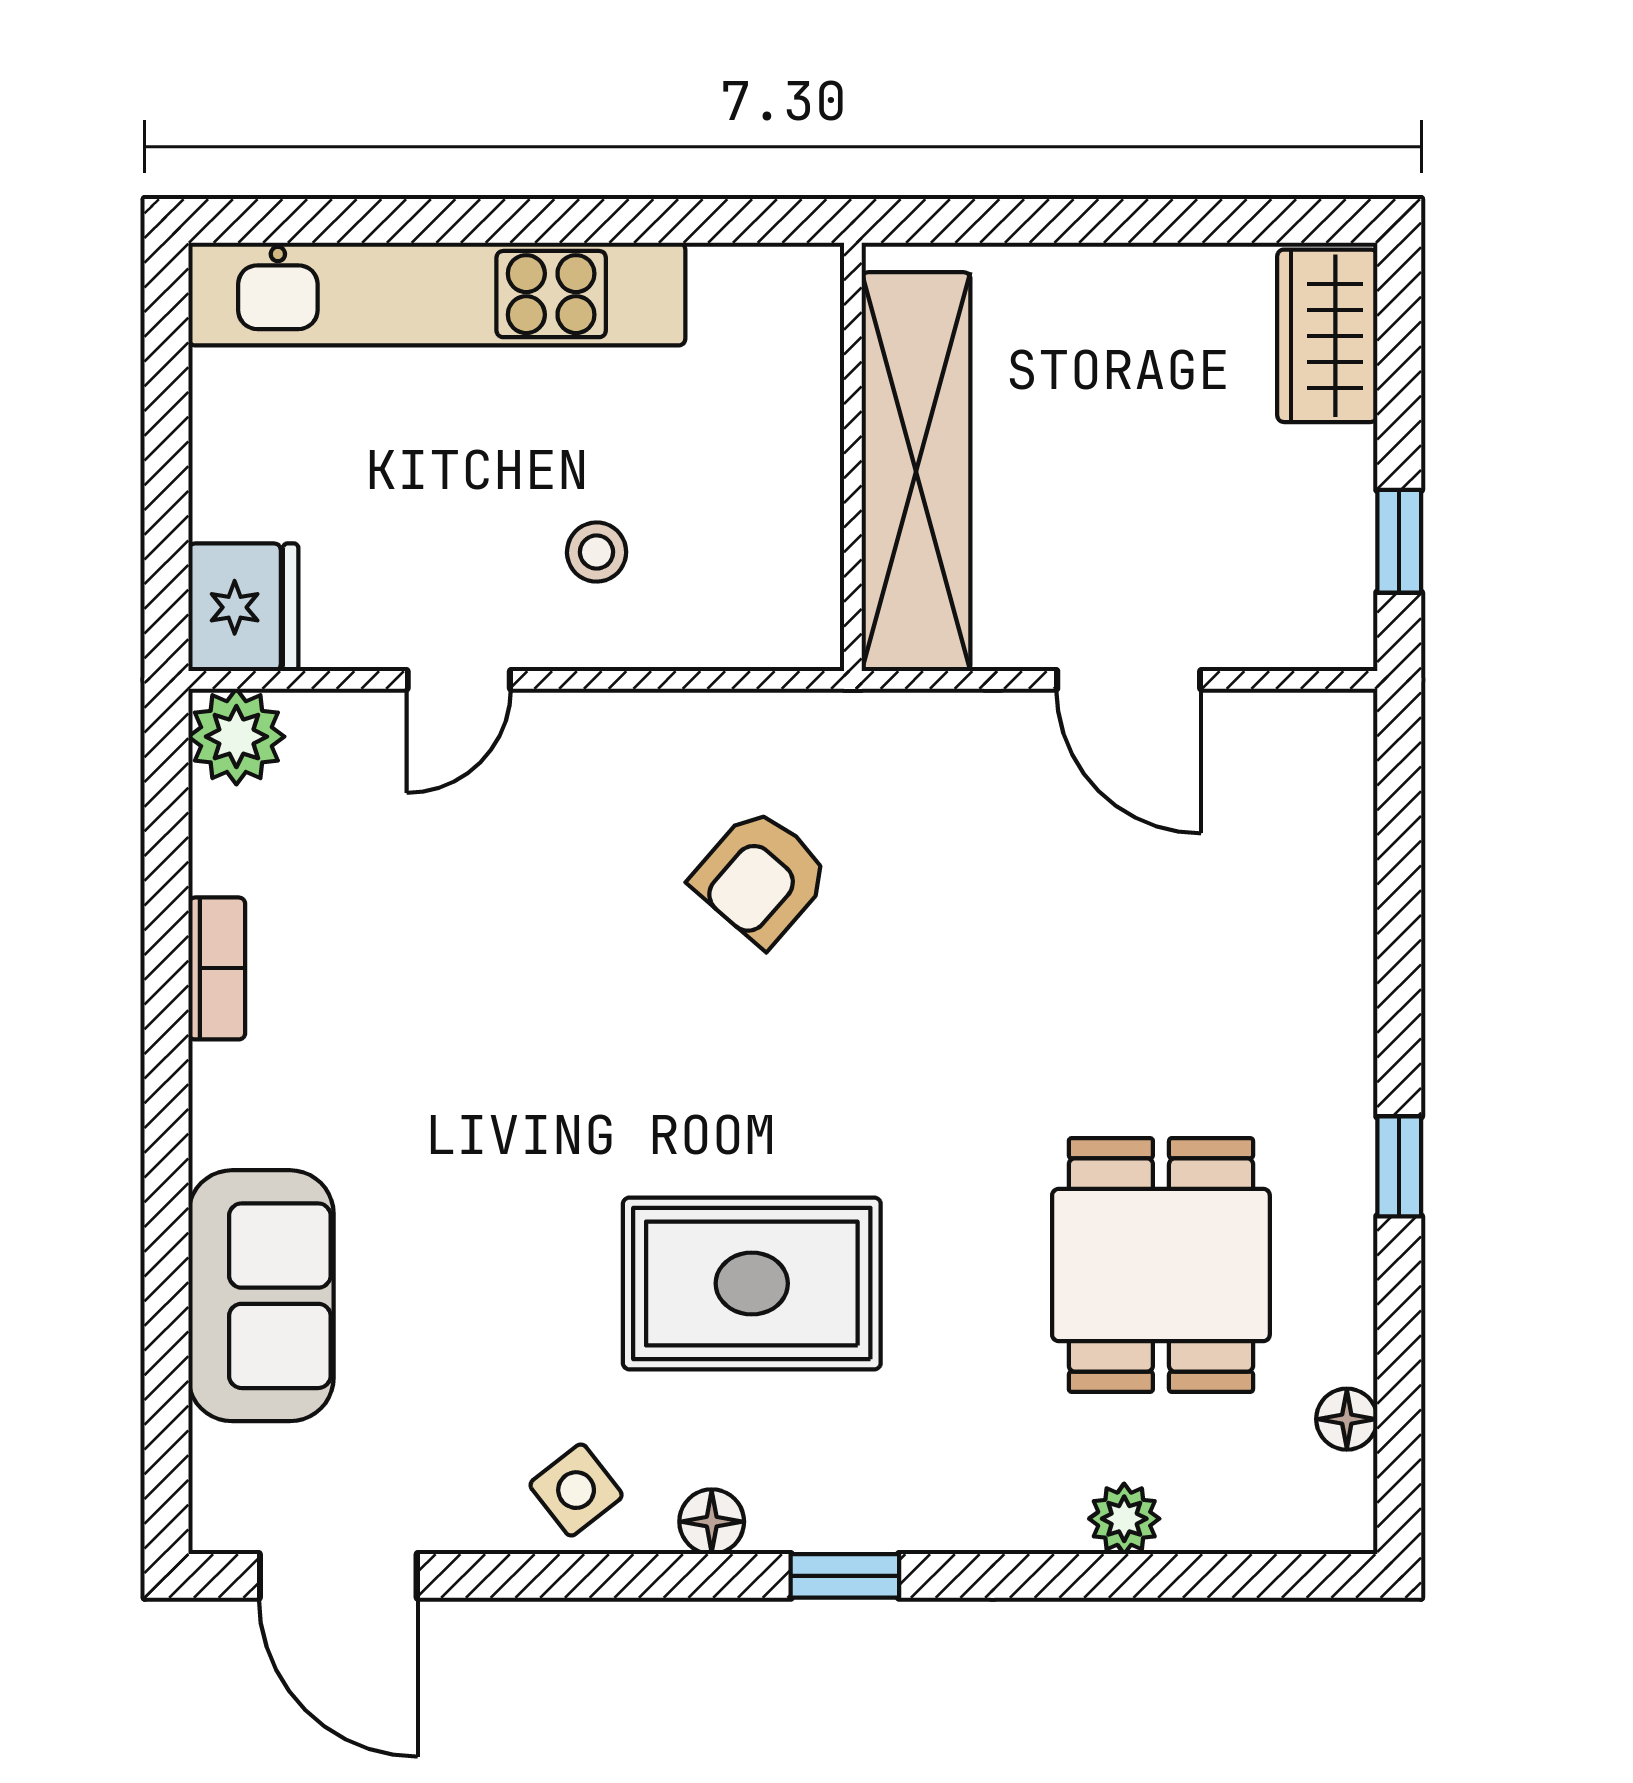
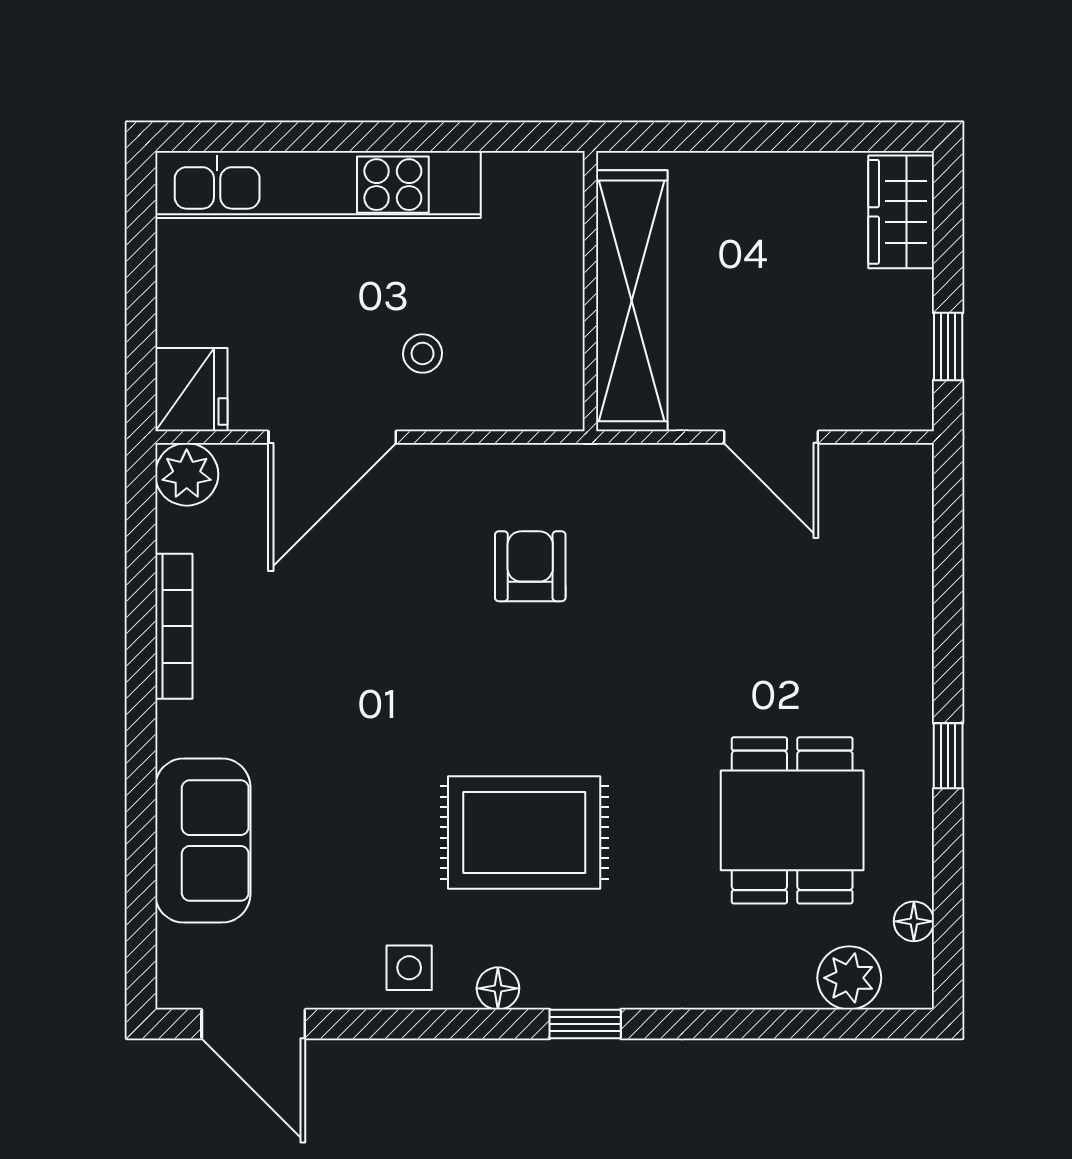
door: (459, 680) -> (332, 437), width x1.88
armchair: (761, 877) -> (530, 566), turned 139
bookcase: (217, 968) -> (174, 626), width x1.56
side table: (576, 1490) -> (409, 968), turned 38
plant: (1124, 1519) -> (849, 978), moved, width x1.38, depth x1.38

